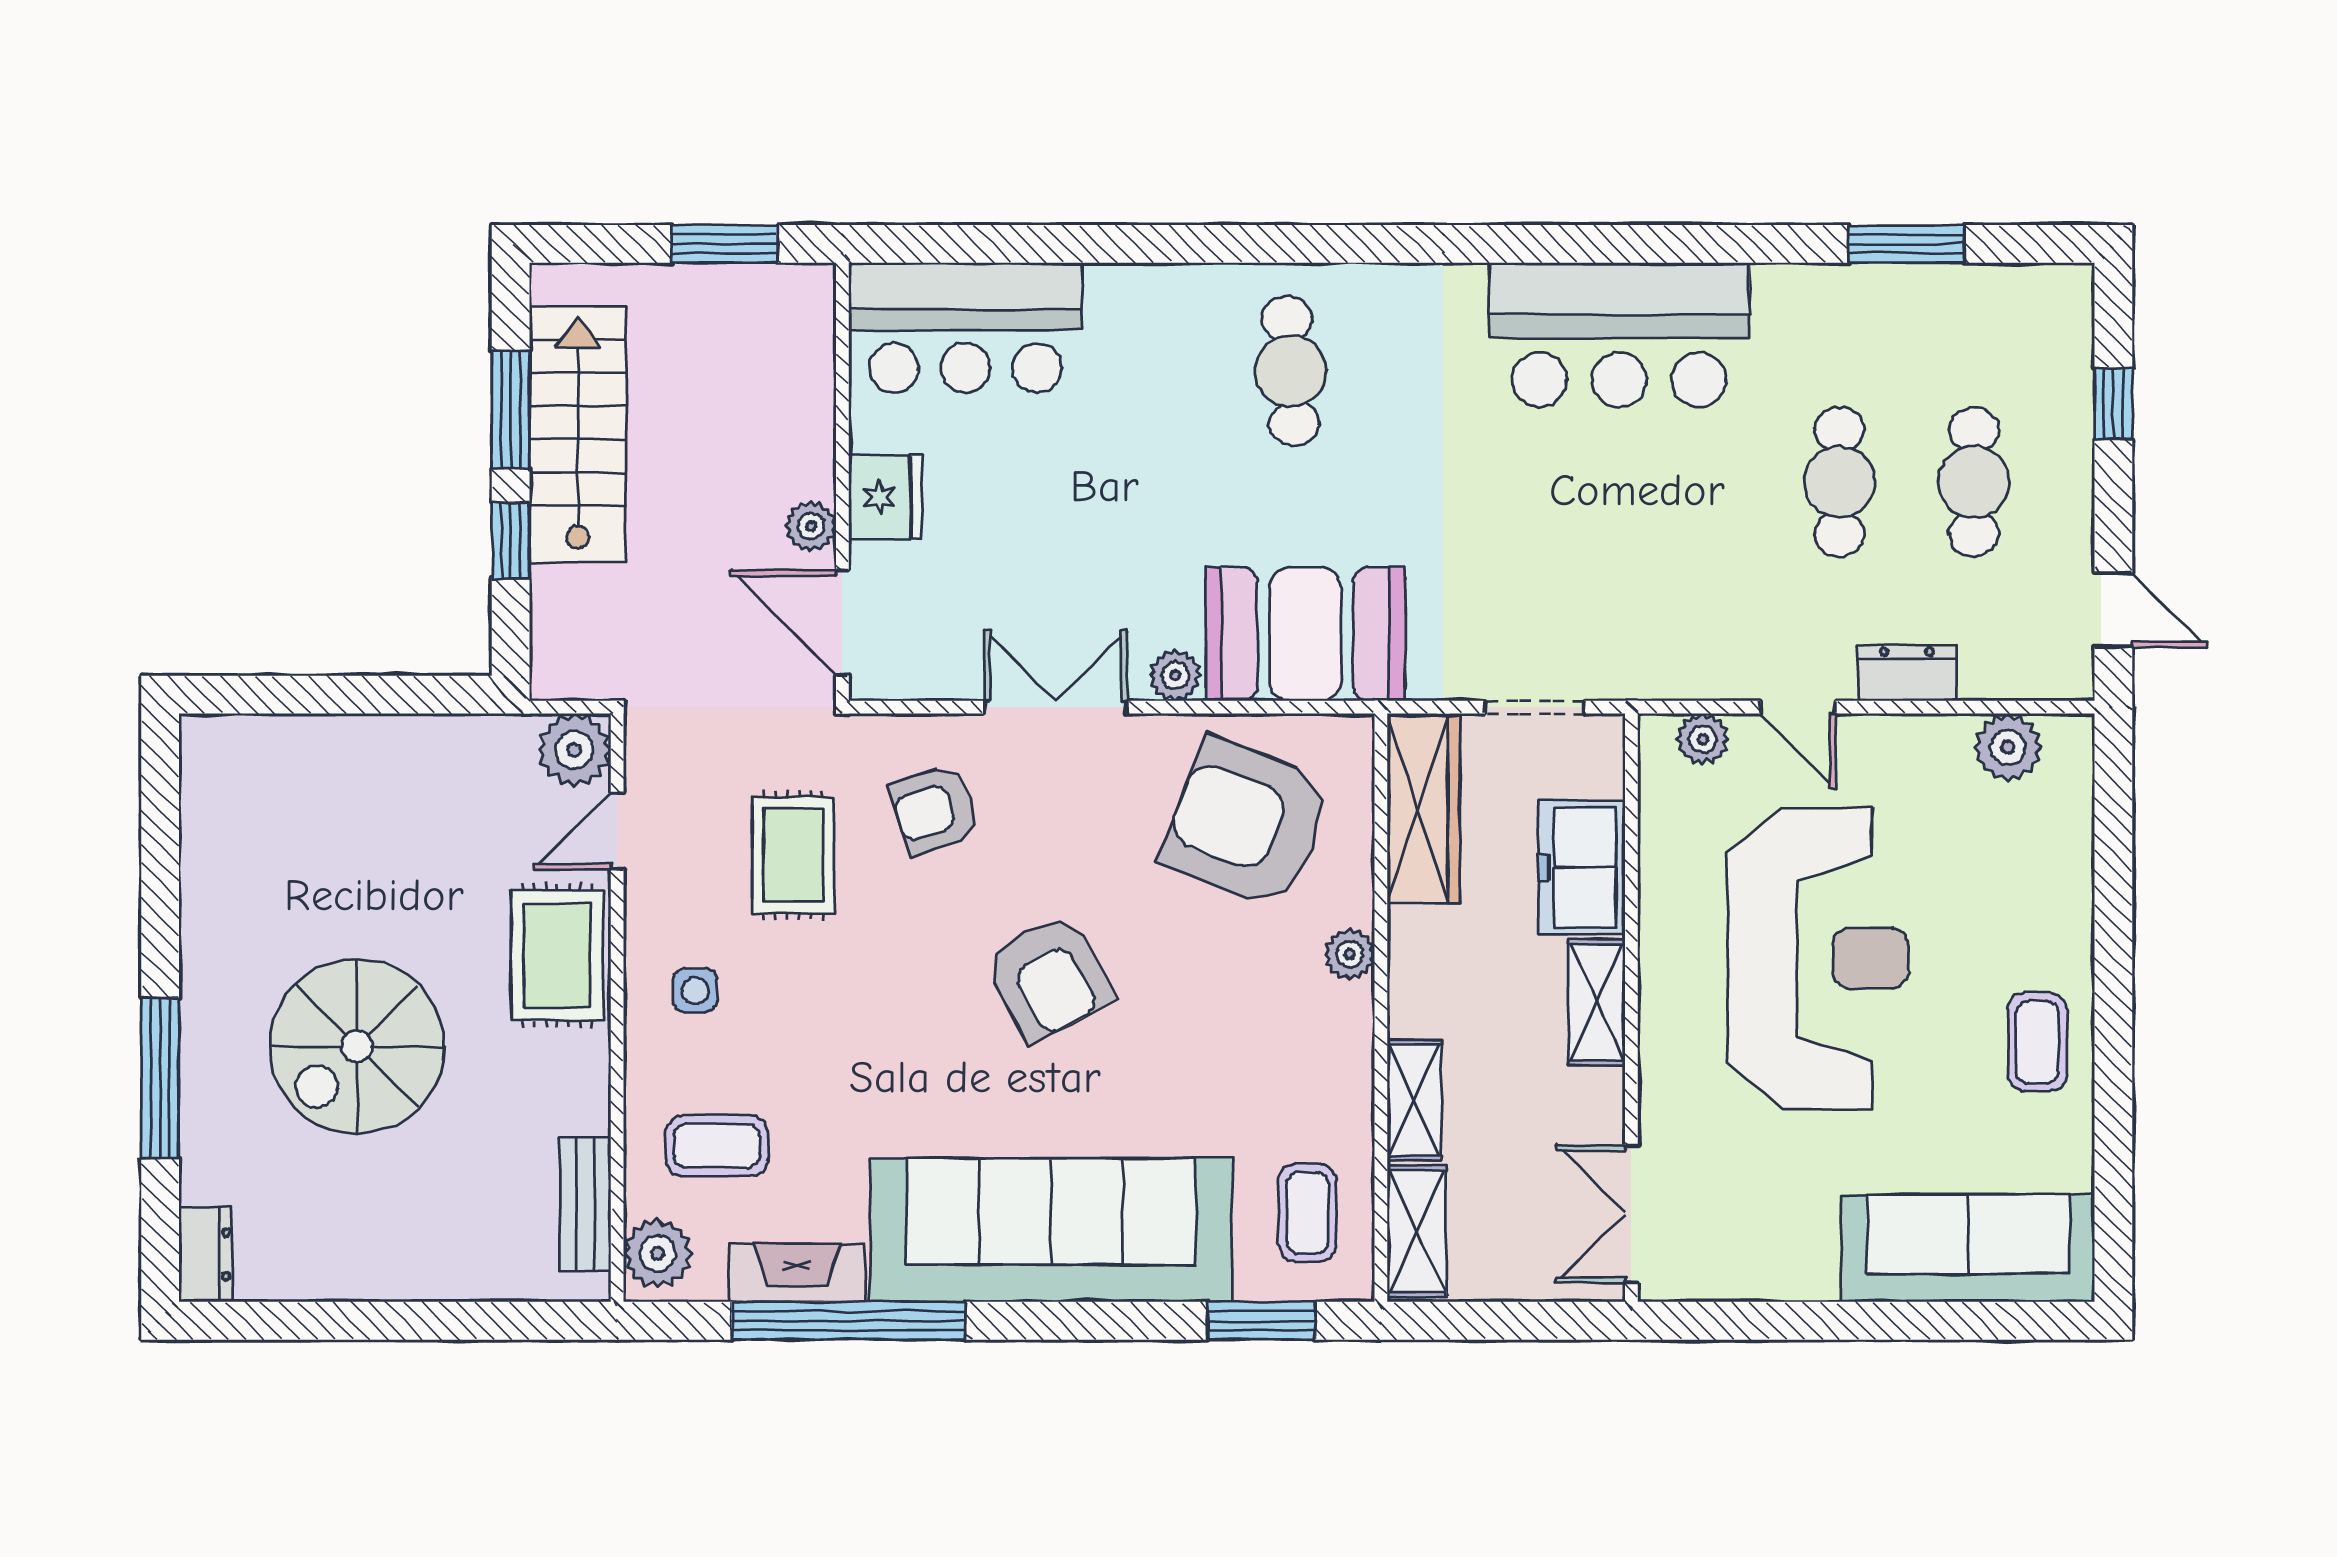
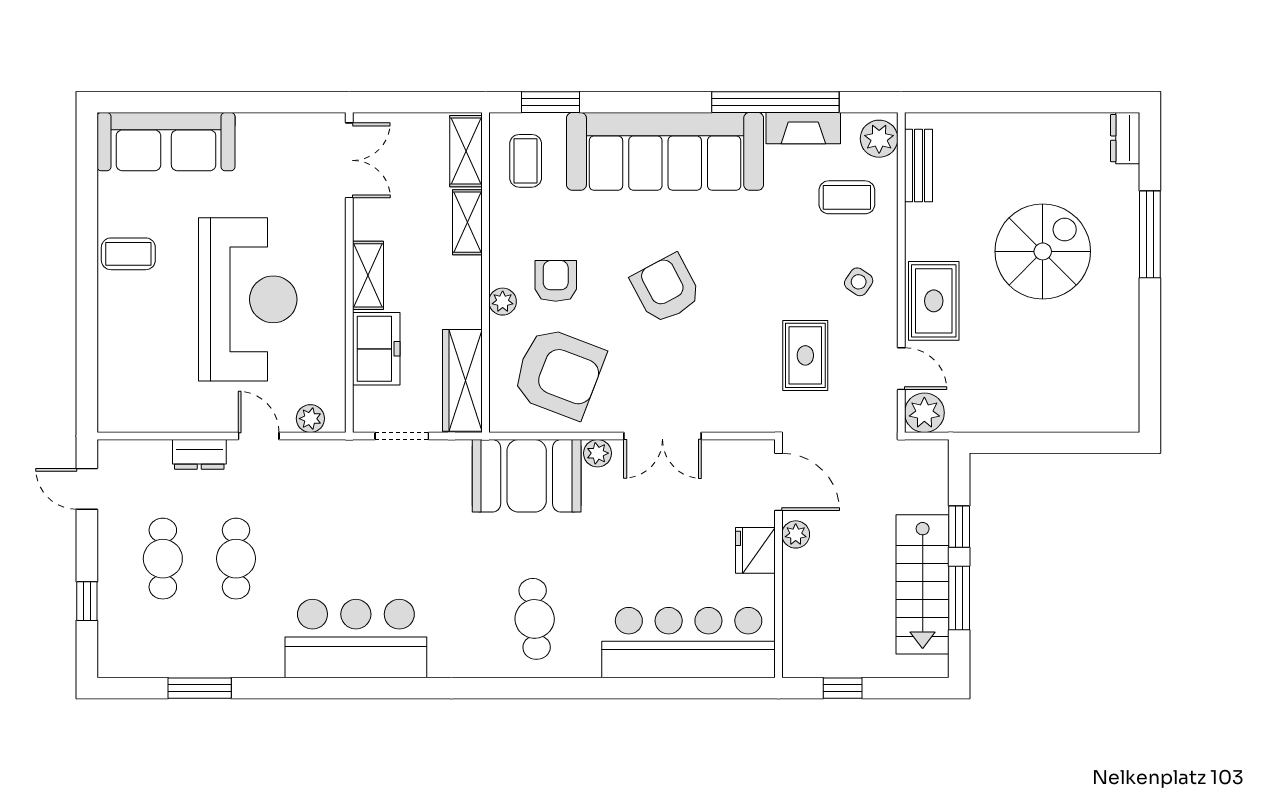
window: (725, 244) -> (843, 688), width x0.67
bar counter: (965, 328) -> (689, 643), width x1.36
plant: (2008, 747) -> (144, 414), removed
armchair: (935, 810) -> (556, 281), moved, turned -72
door: (617, 831) -> (901, 369), hinge flipped
reception desk: (1818, 958) -> (248, 299), turned 180
side table: (695, 991) -> (859, 282), turned 34
coffee table: (2037, 1042) -> (128, 254), turned 90

